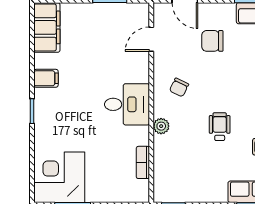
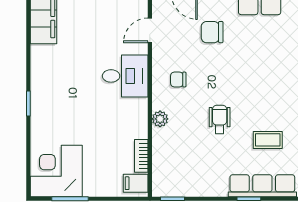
filing cabinet: (46, 78) -> (136, 183), moved, turned 180
chair: (179, 87) -> (178, 80), turned 64
desk: (127, 104) -> (125, 76), moved

